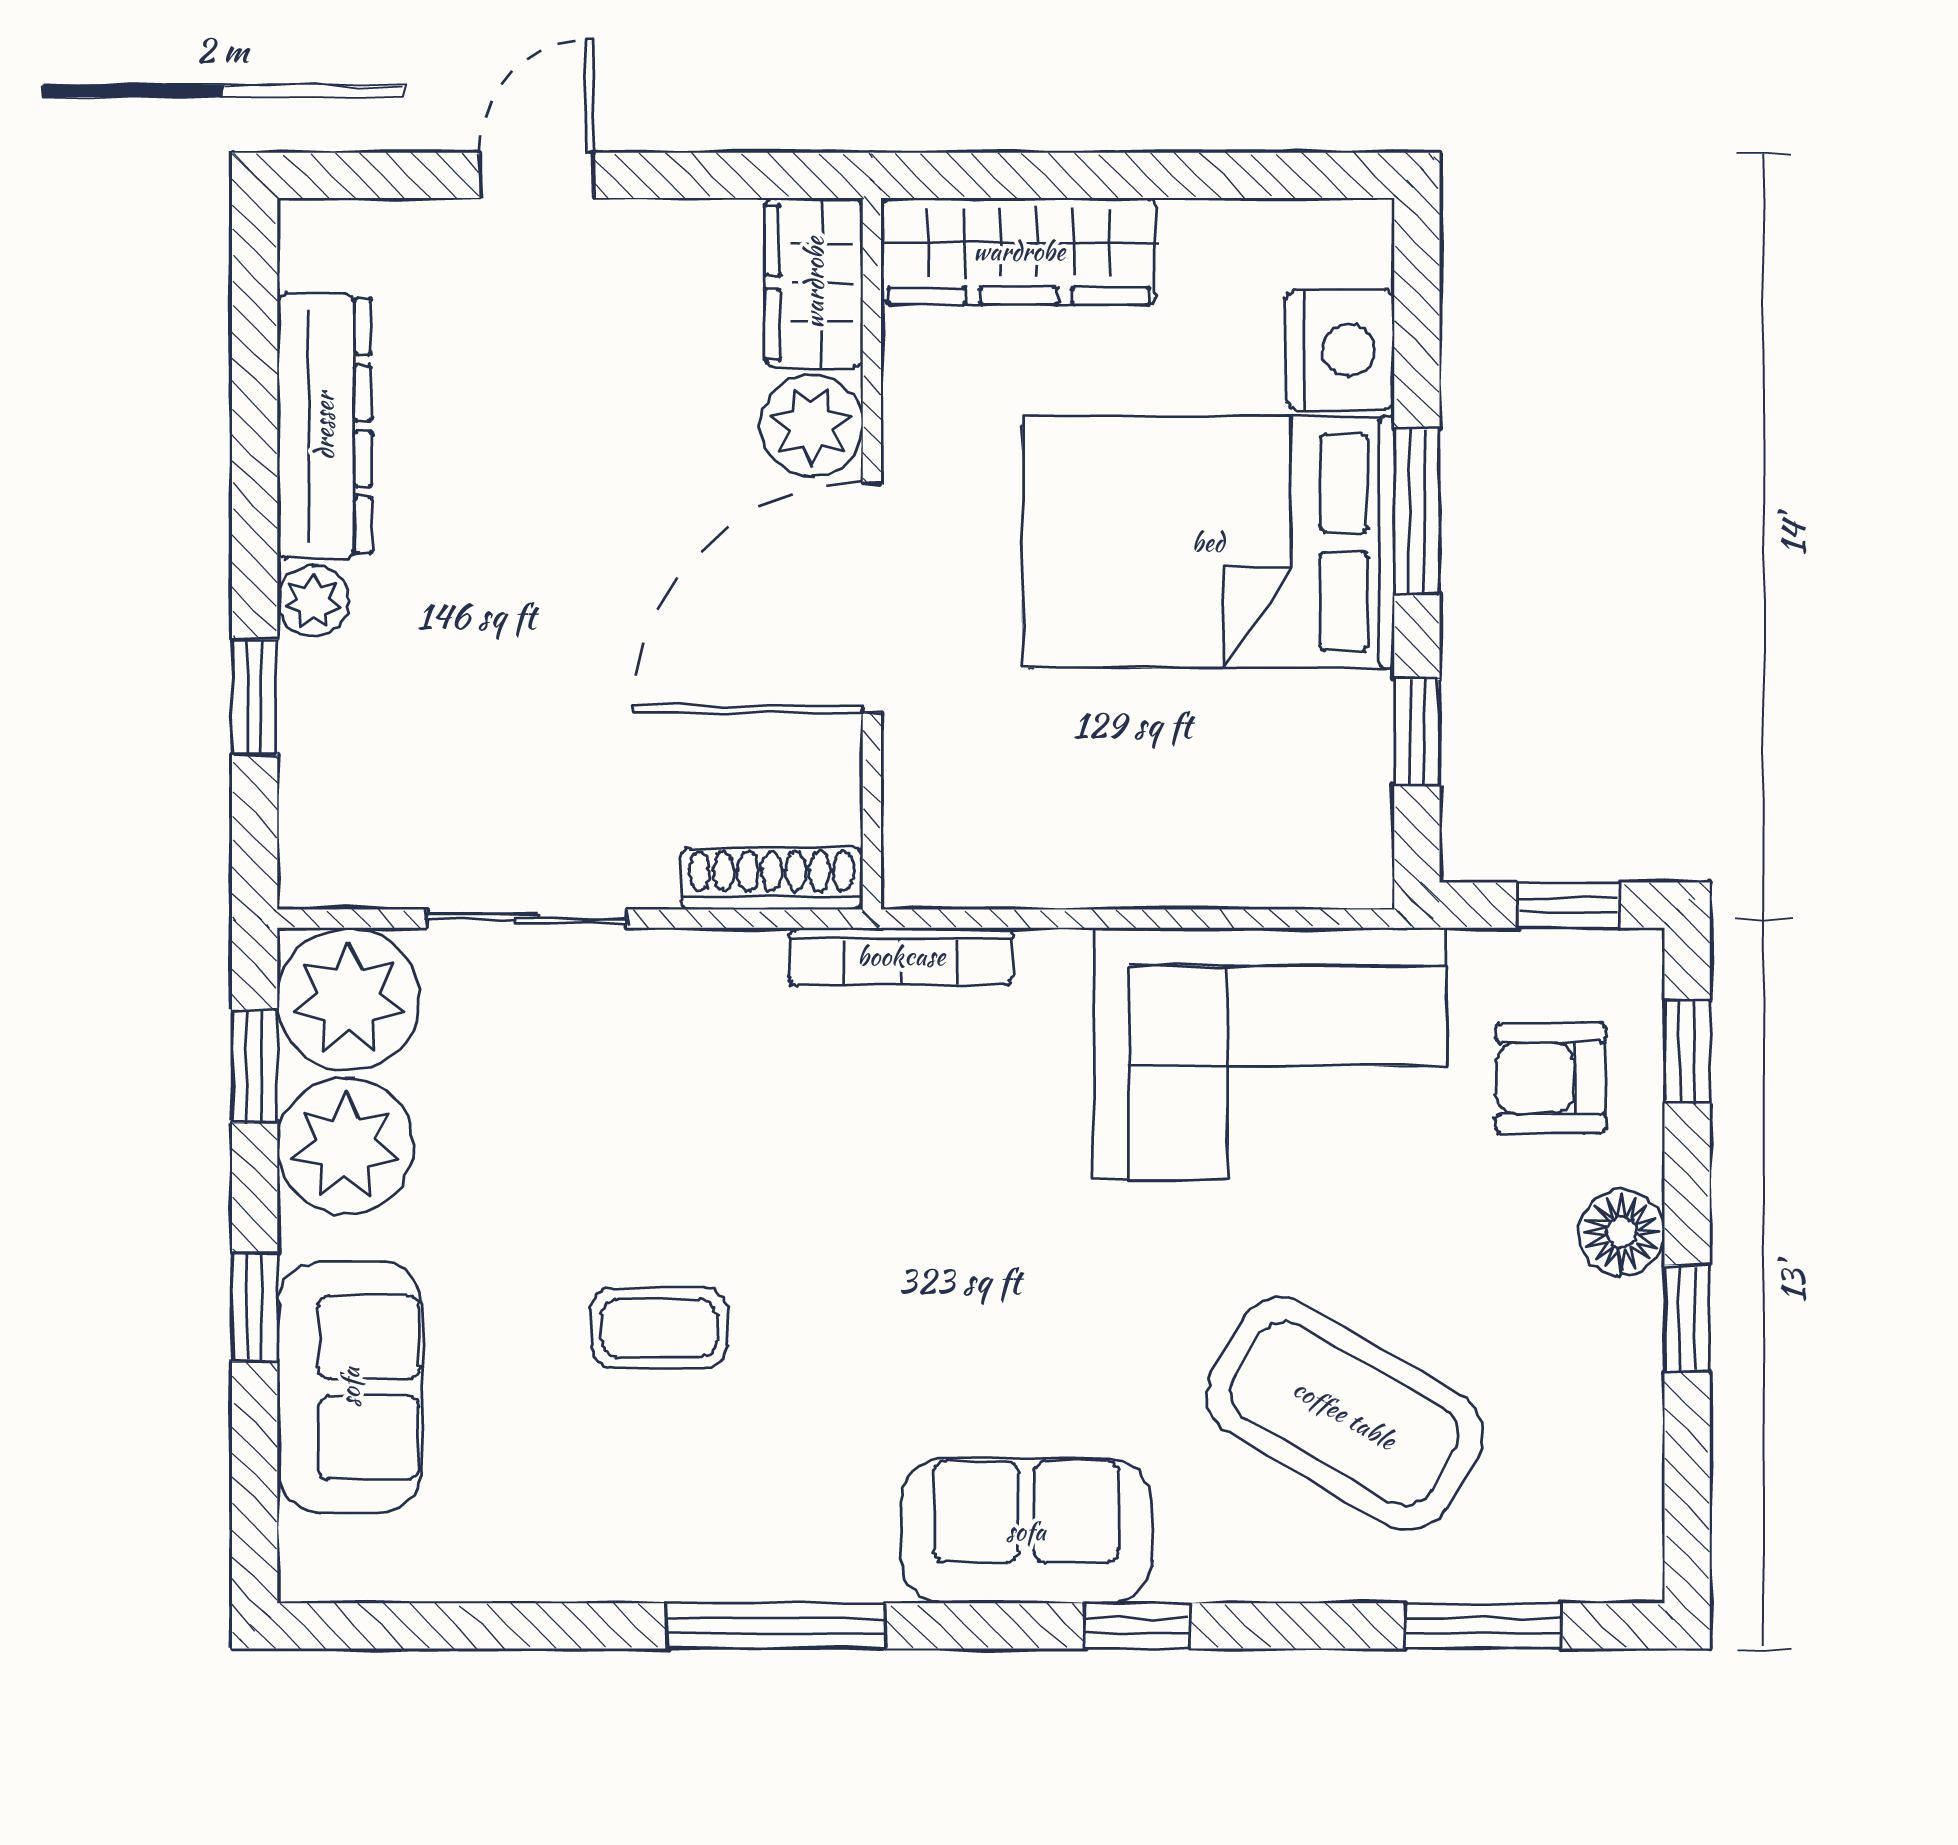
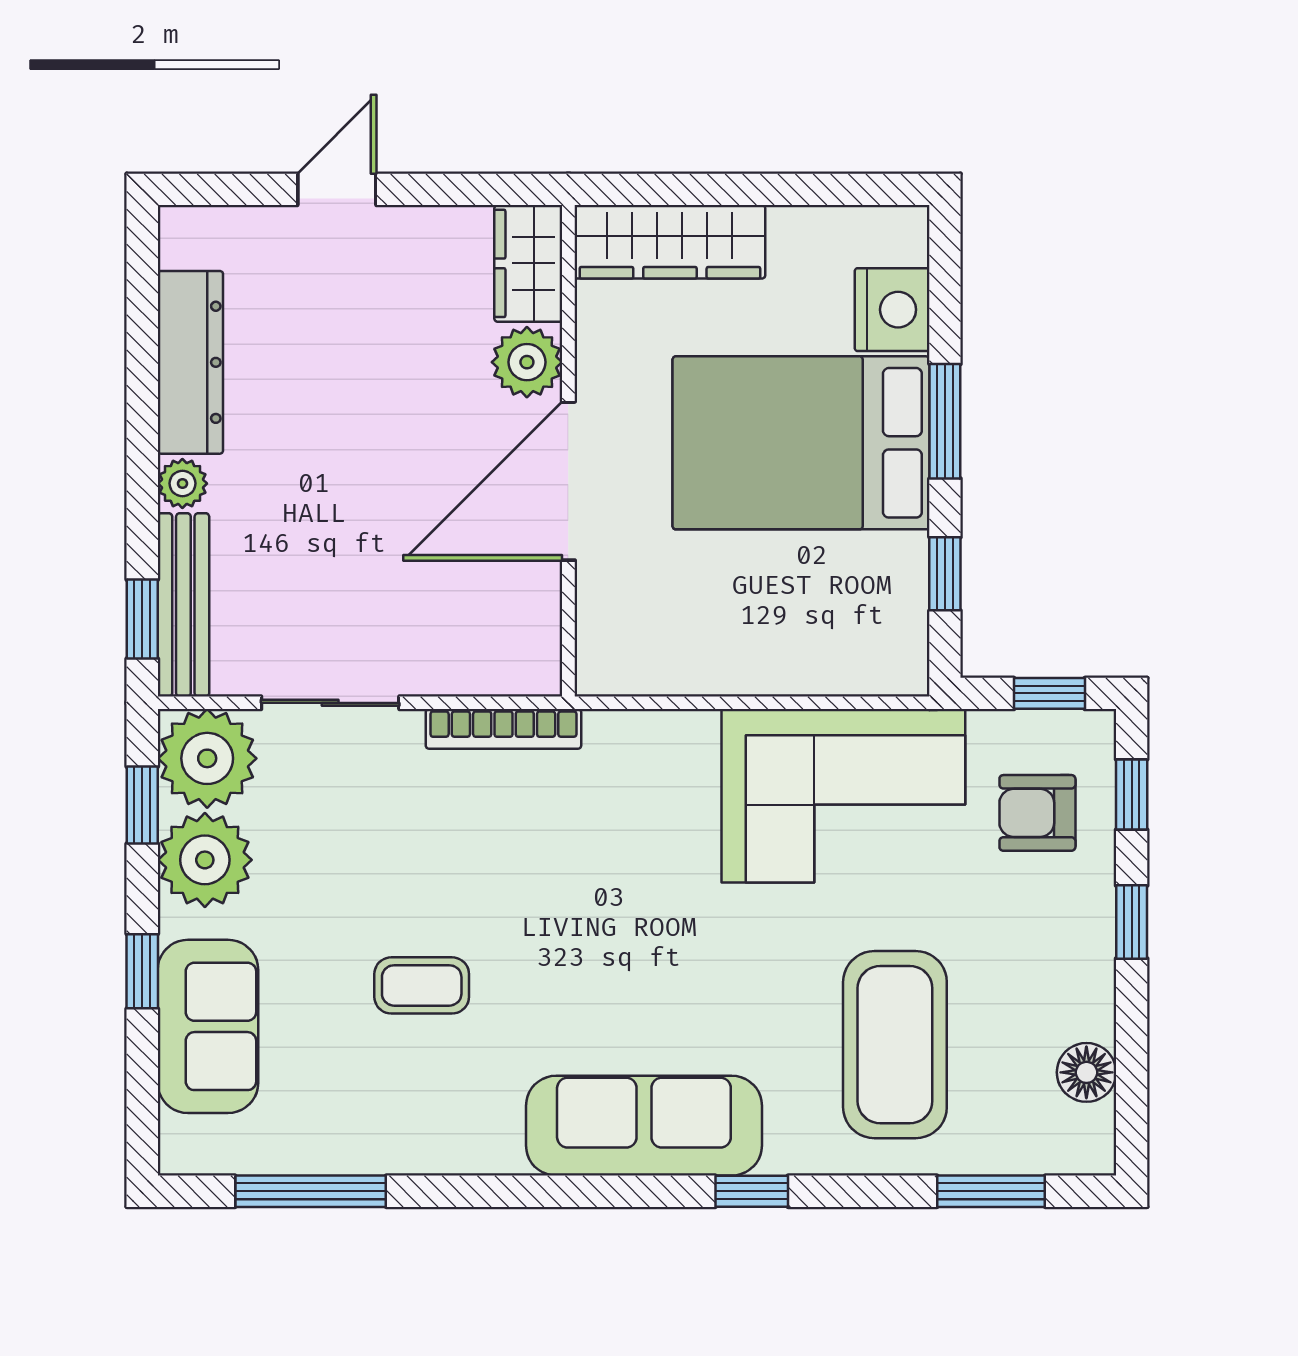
window: (255, 697) -> (142, 619), moved
bench: (314, 777) -> (183, 605), added
shoe rack: (772, 879) -> (499, 675), removed
bookcase: (901, 956) -> (503, 729), moved
floor lamp: (1622, 1232) -> (1086, 1072), moved
window: (1687, 1318) -> (1132, 922), moved
coffee table: (1344, 1414) -> (895, 1045), turned 60
sofa: (1026, 1531) -> (644, 1126), width x1.36
window: (776, 1626) -> (311, 1191), moved

